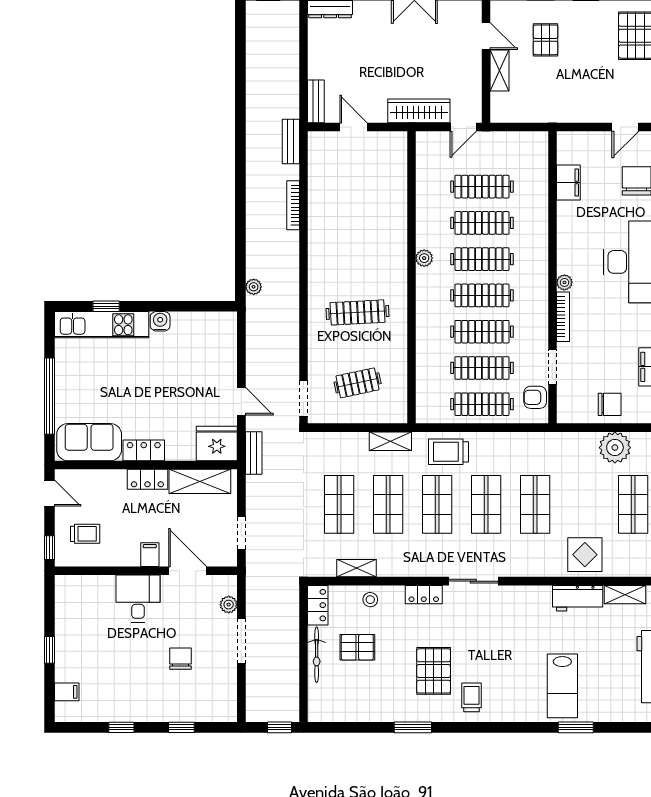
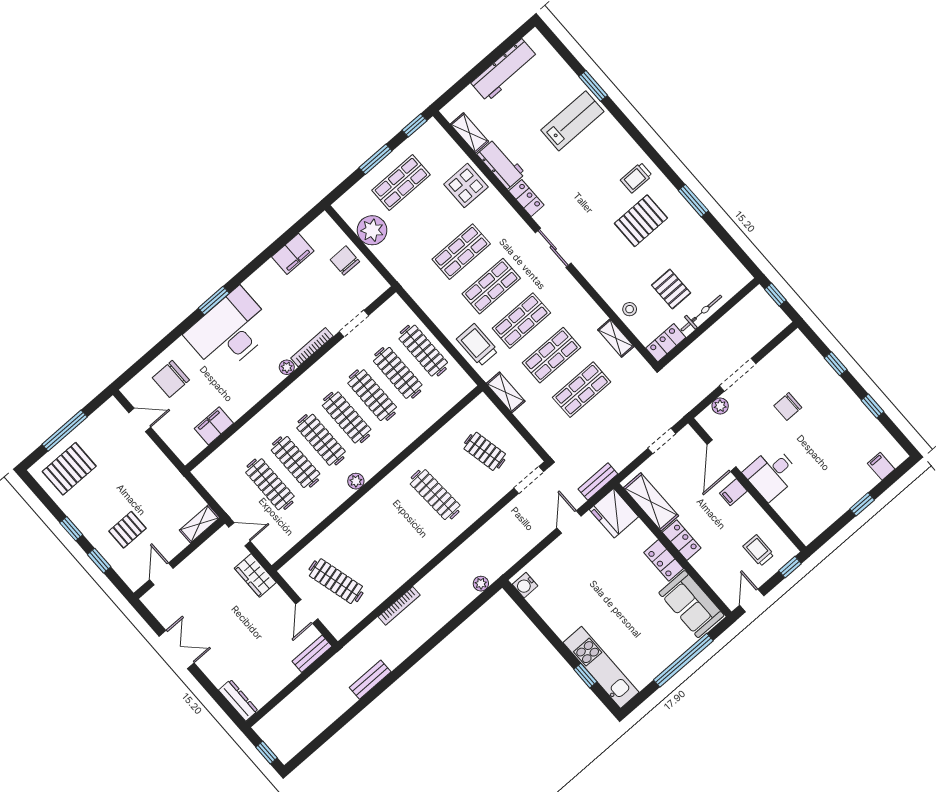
shelving: (500, 71) -> (200, 524), moved
wardrobe: (419, 111) -> (255, 575), width x0.67
bench: (291, 142) -> (370, 680), moved
clothes rail: (358, 172) -> (336, 581), added
water cooler: (160, 321) -> (525, 585), moved
armchair: (535, 397) -> (386, 317), removed
trolley: (449, 452) -> (477, 345), turned 180
locker: (424, 595) -> (526, 198), moved

